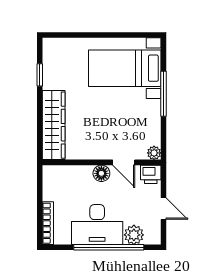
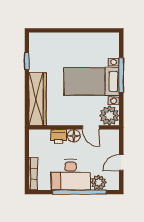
bed with nightstands: (125, 68) -> (92, 81), moved
plant: (154, 153) -> (109, 116), width x1.87, depth x1.87
printer: (151, 174) -> (59, 137), moved
door: (164, 209) -> (121, 163), swing flipped

